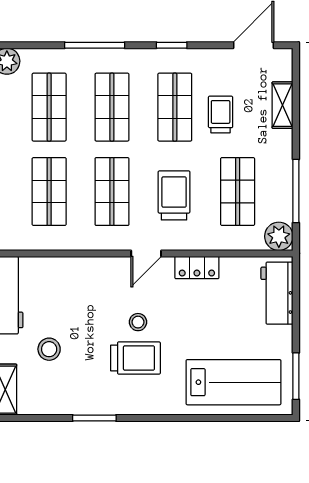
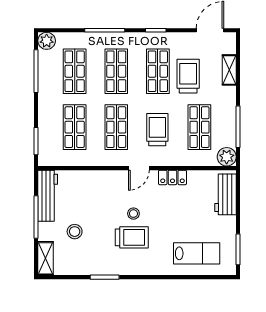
trolley: (221, 115) -> (188, 76), width x1.36, depth x1.39
lab bench: (233, 382) -> (197, 253), width x0.73, depth x0.72

